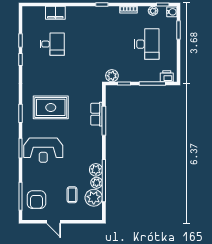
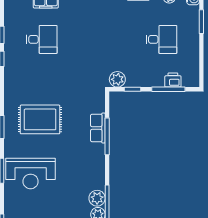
desk: (147, 44) -> (162, 39), width x0.73
printer: (167, 76) -> (173, 80), moved

